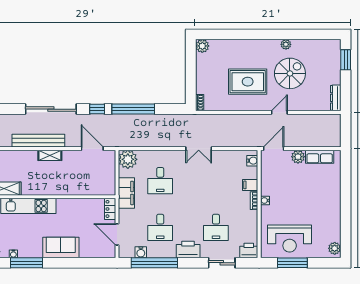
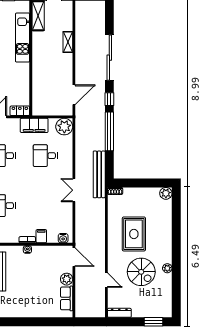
door: (279, 112) -> (106, 280), moved
bench: (38, 141) -> (99, 174), moved
shelving: (50, 155) -> (68, 42), moved

